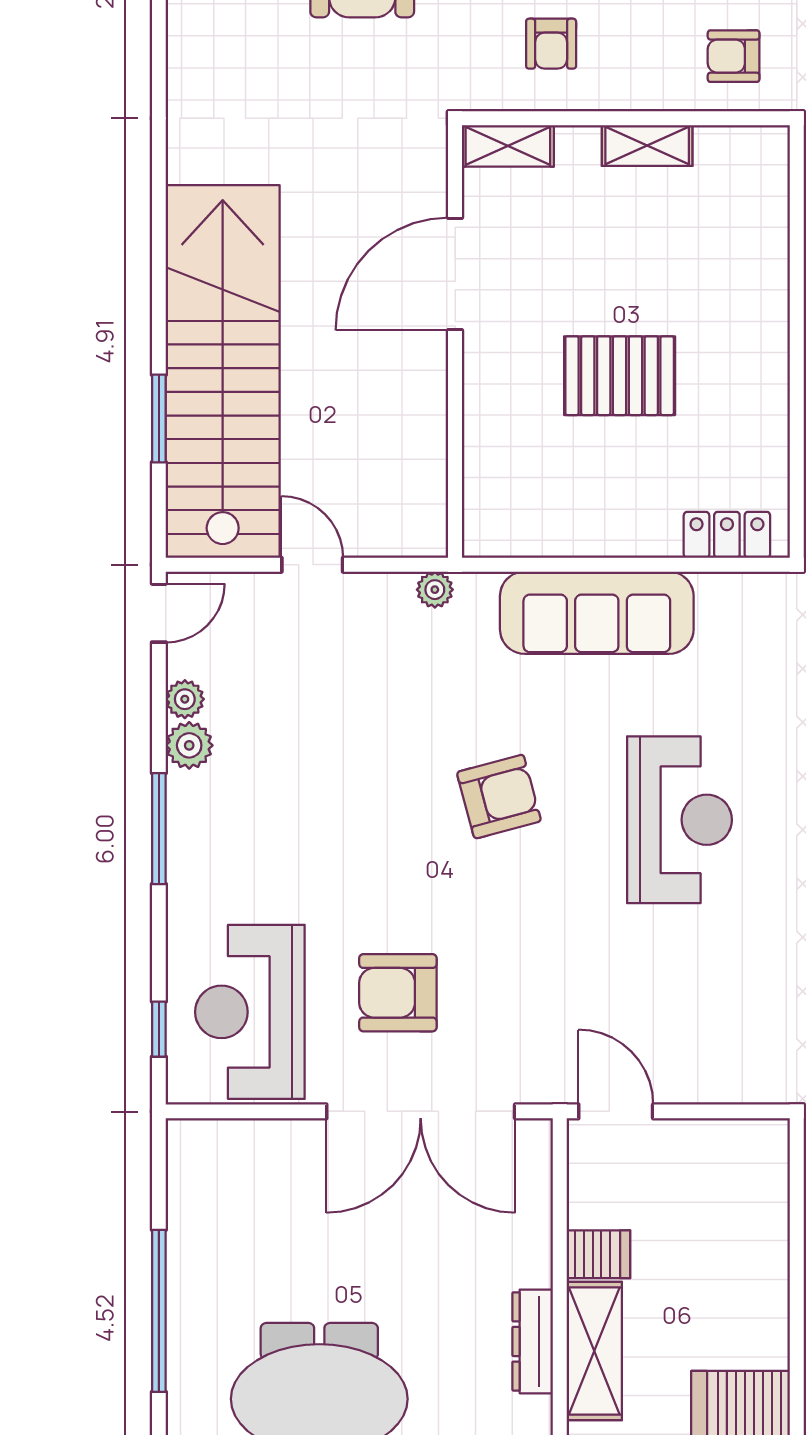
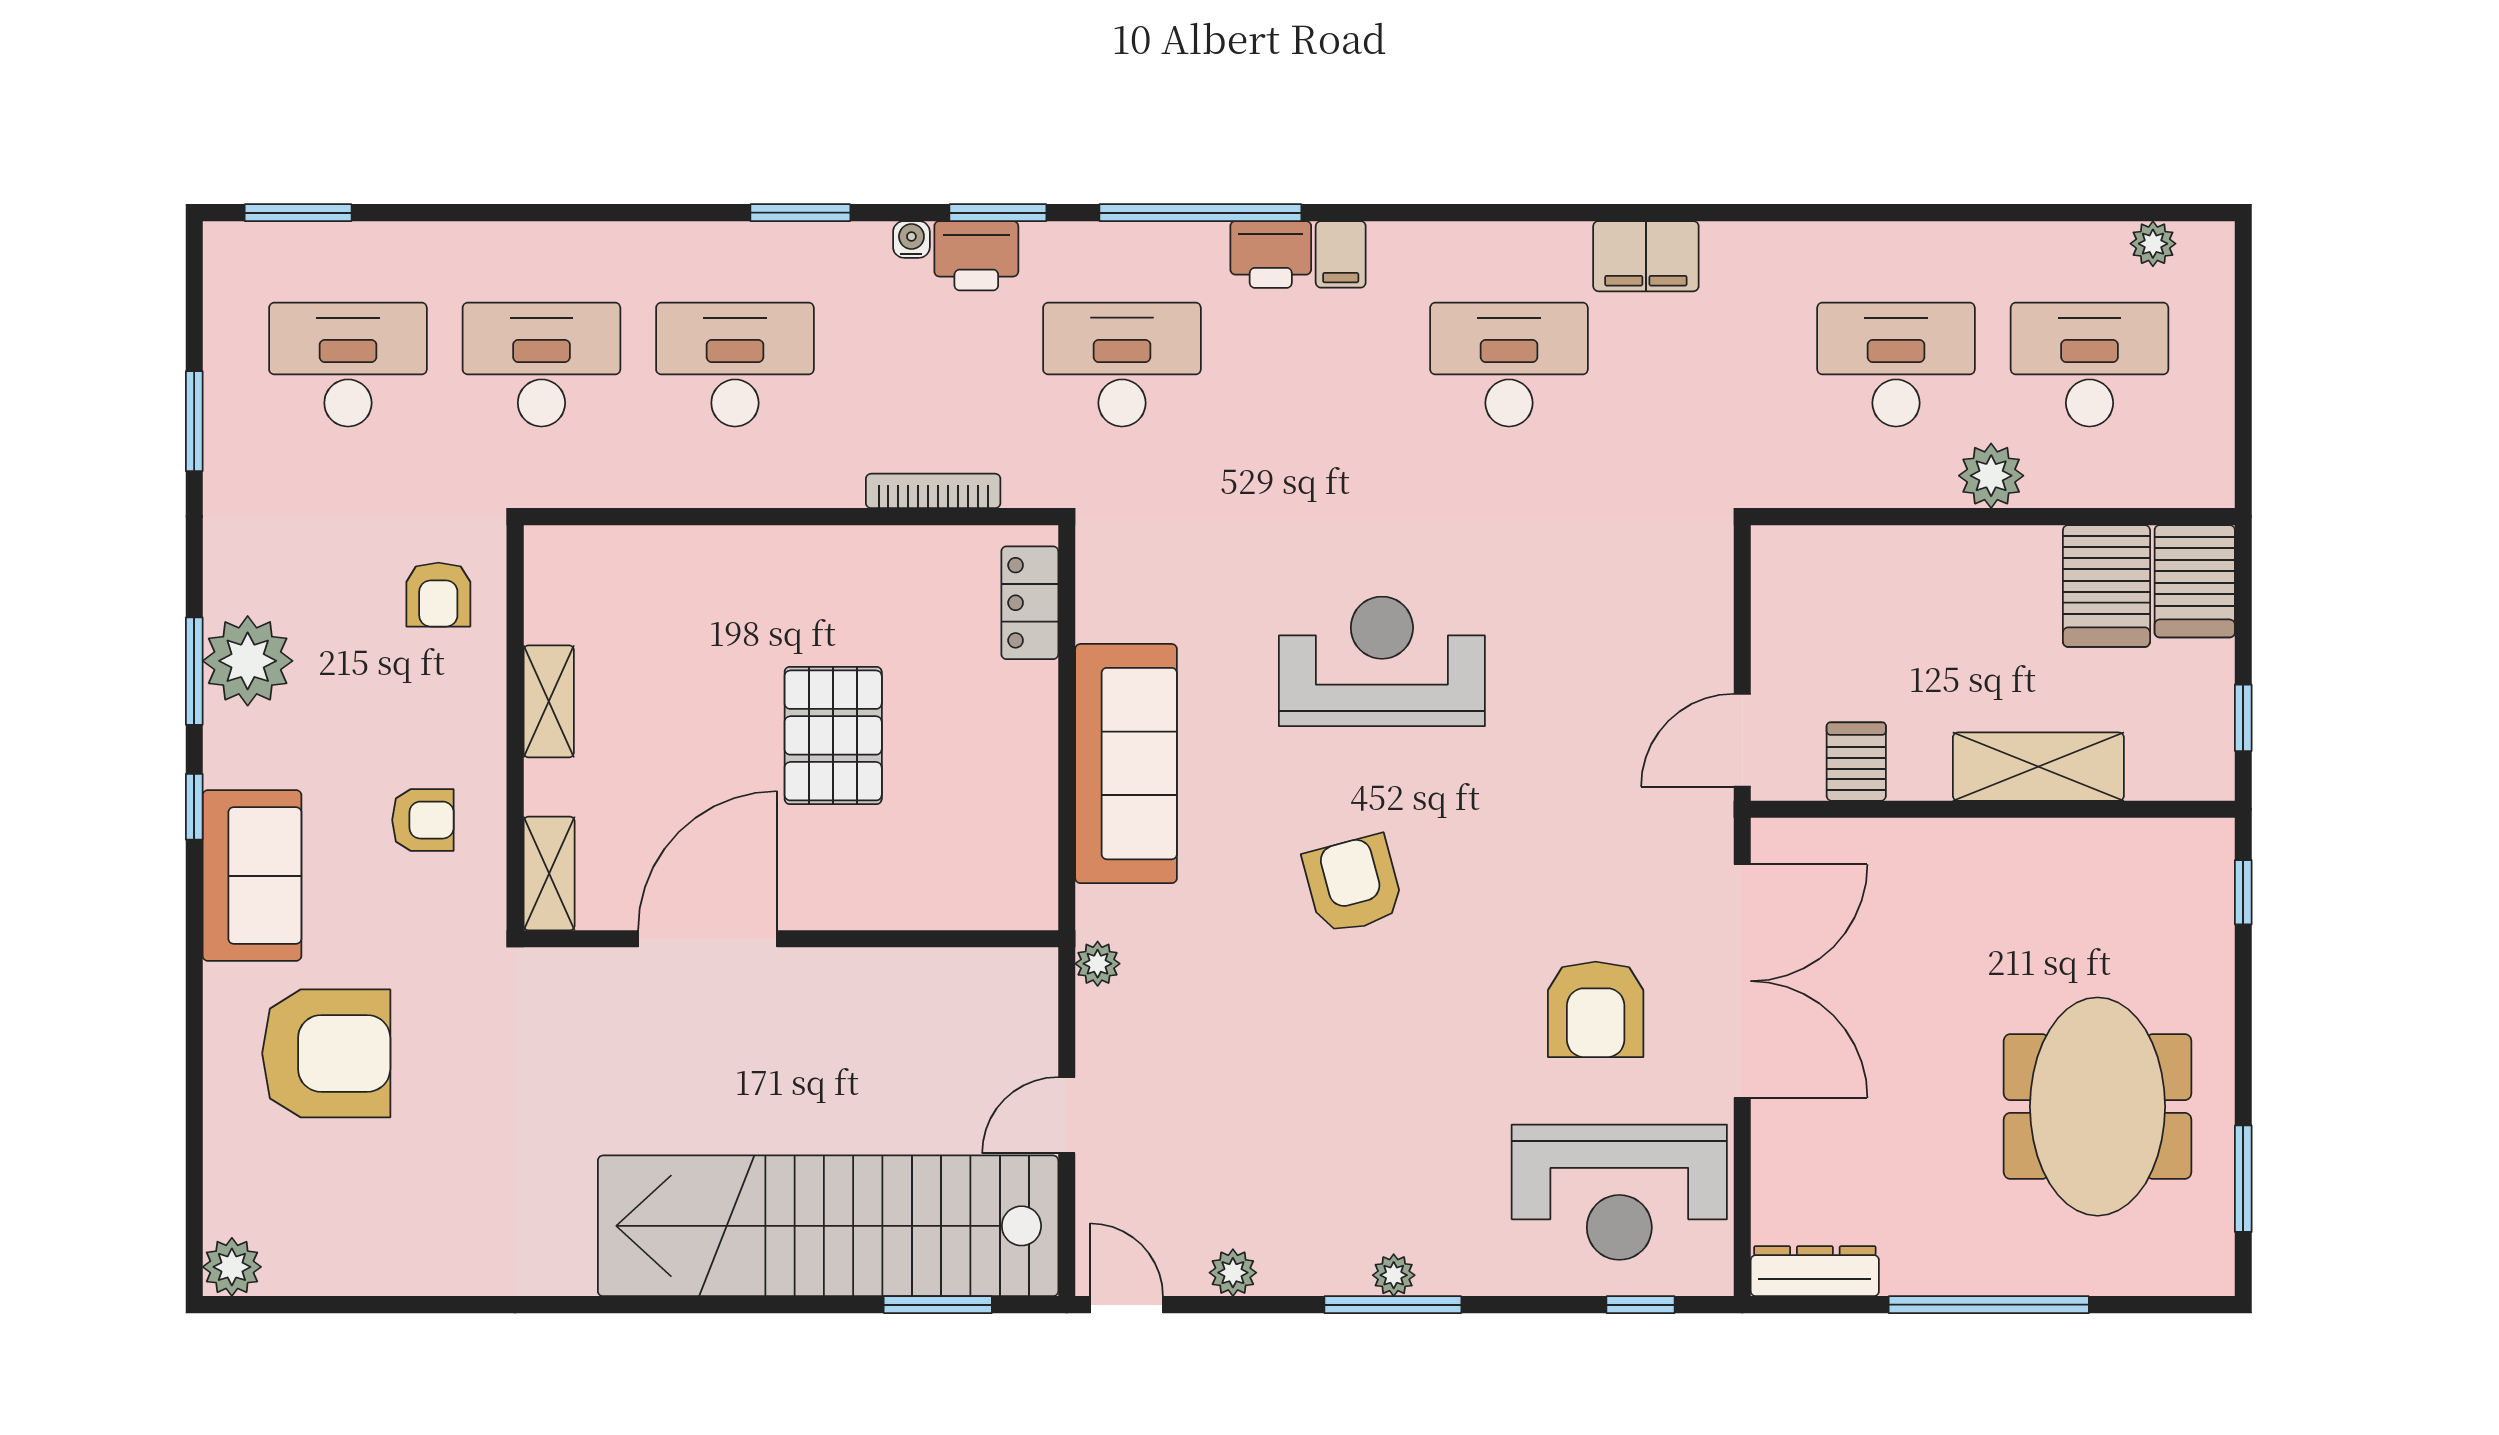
door: (455, 274) -> (708, 939), swing flipped
window: (159, 418) -> (938, 1305), moved
plant: (189, 745) -> (1394, 1275), moved, width x0.73, depth x0.73
server rack: (598, 1254) -> (1856, 762), moved
dresser: (533, 1341) -> (1815, 1271), moved, turned 180

